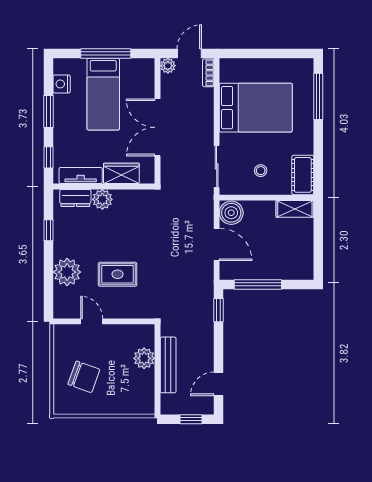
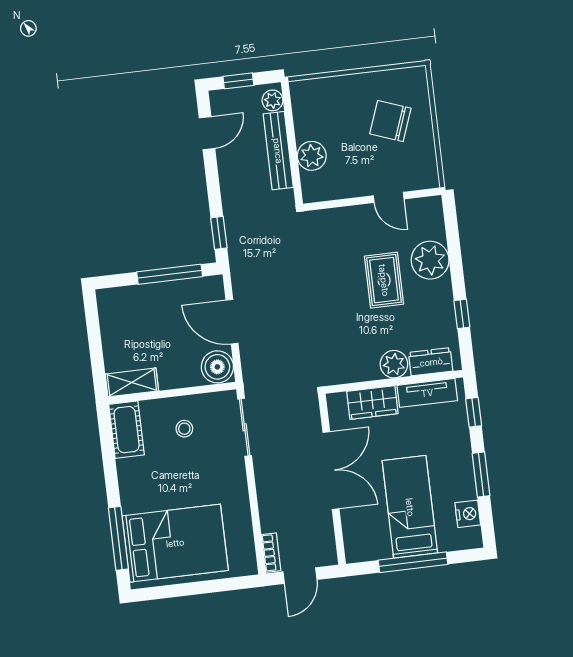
plant: (168, 66) -> (273, 100), moved
bed: (256, 108) -> (175, 543), moved, turned 180
rug: (117, 274) -> (384, 280), moved, turned 90

